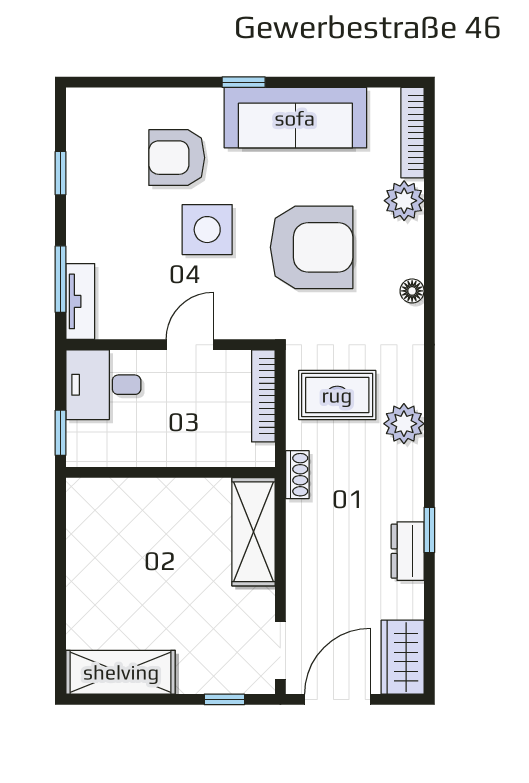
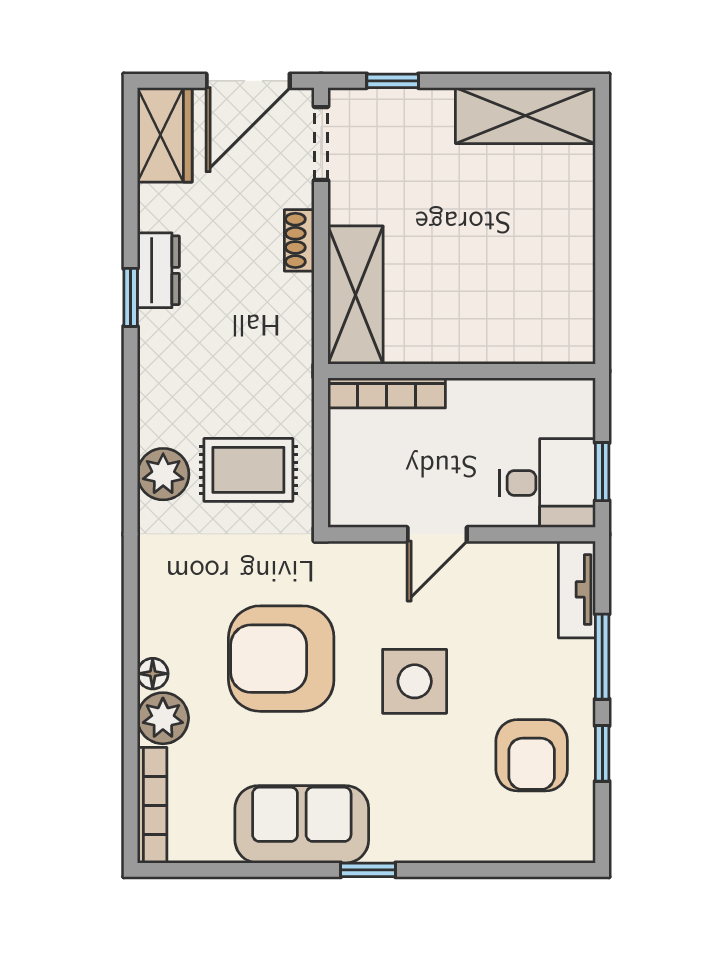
sofa: (295, 118) -> (302, 824), width x0.73
armchair: (177, 158) -> (532, 755), moved, turned 90
window: (60, 279) -> (602, 657), moved
floor lamp: (412, 291) -> (153, 674), moved
bookcase: (263, 396) -> (387, 393), moved, turned 90
plant: (404, 424) -> (163, 474), moved
window: (60, 433) -> (602, 472), moved
shoe rack: (297, 475) -> (299, 240), moved

